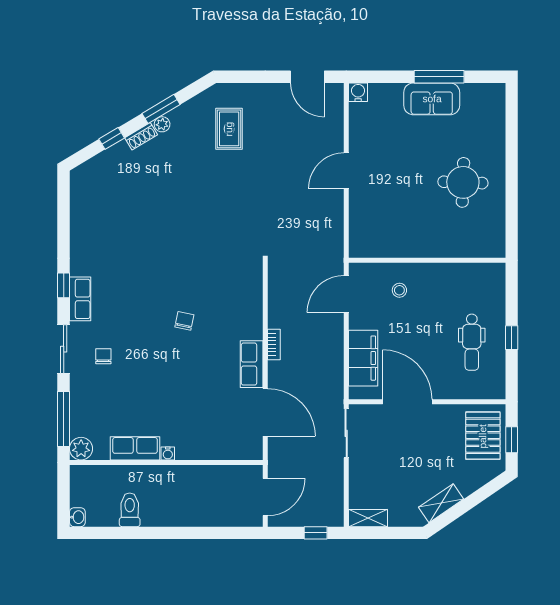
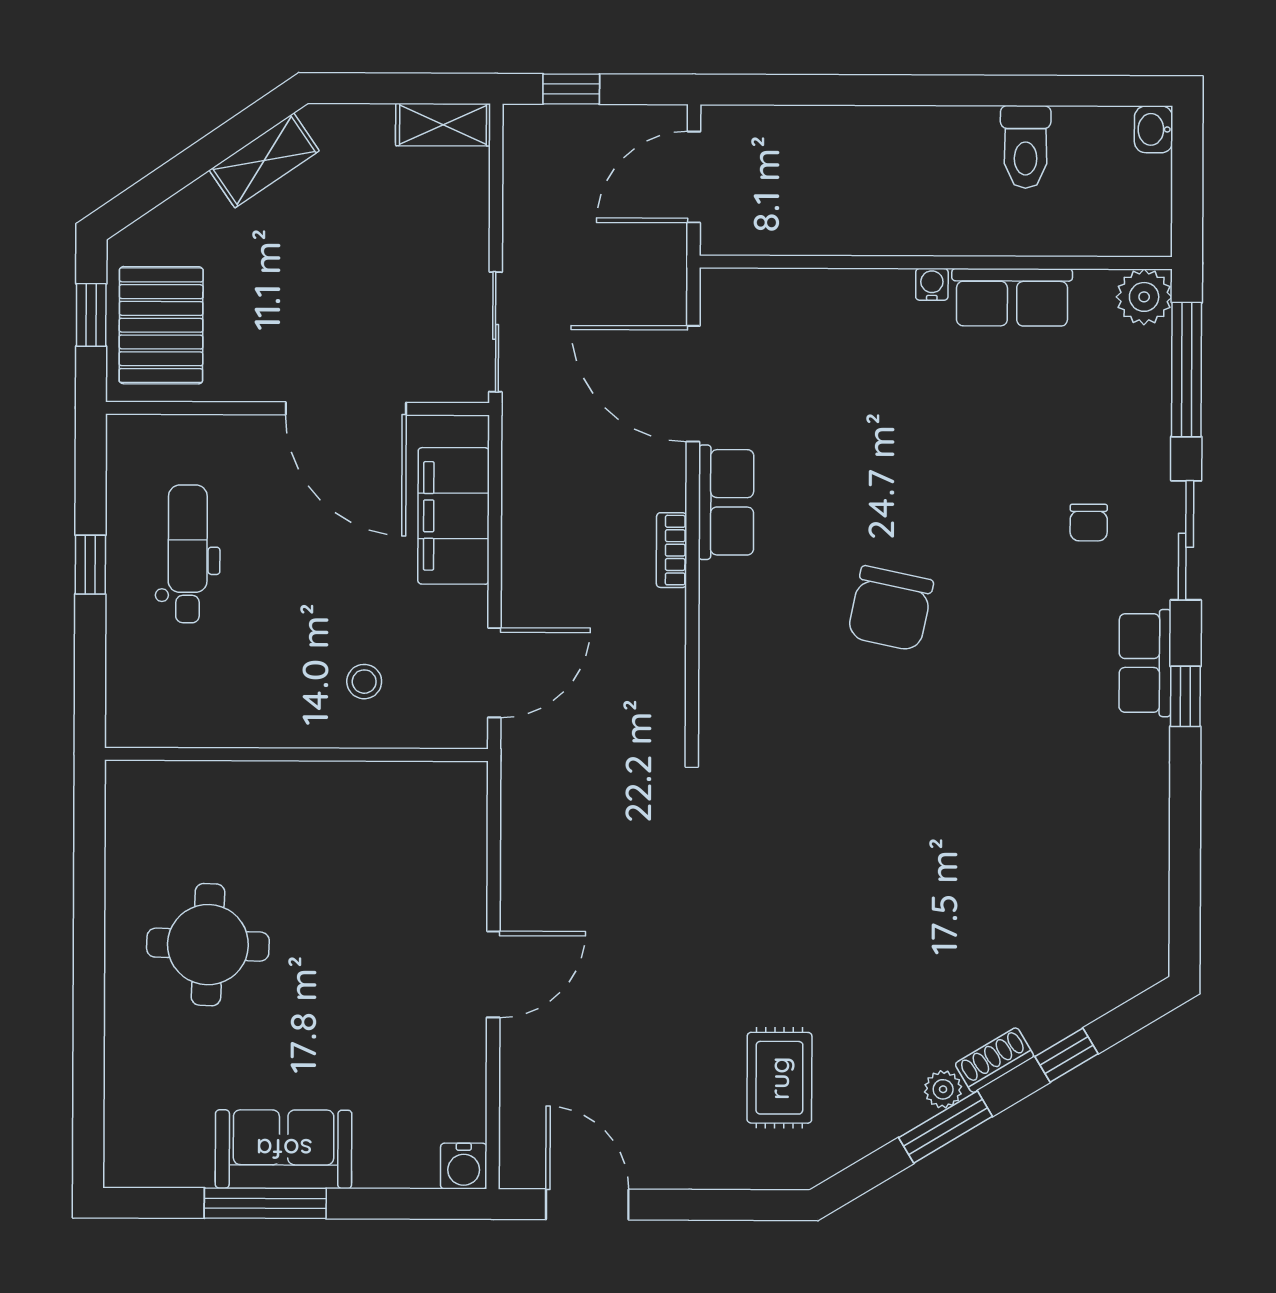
chair: (184, 321) -> (890, 608), width x1.87, depth x1.87

